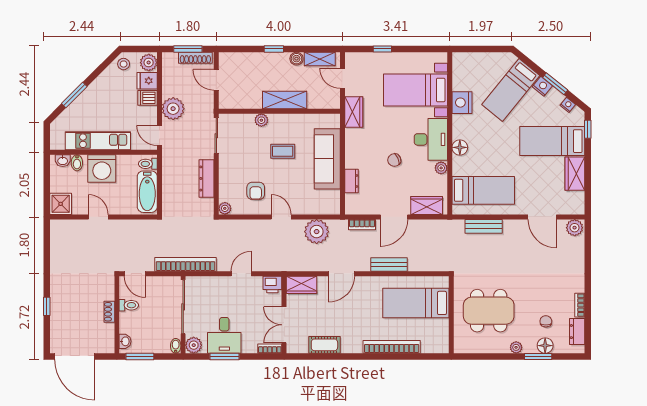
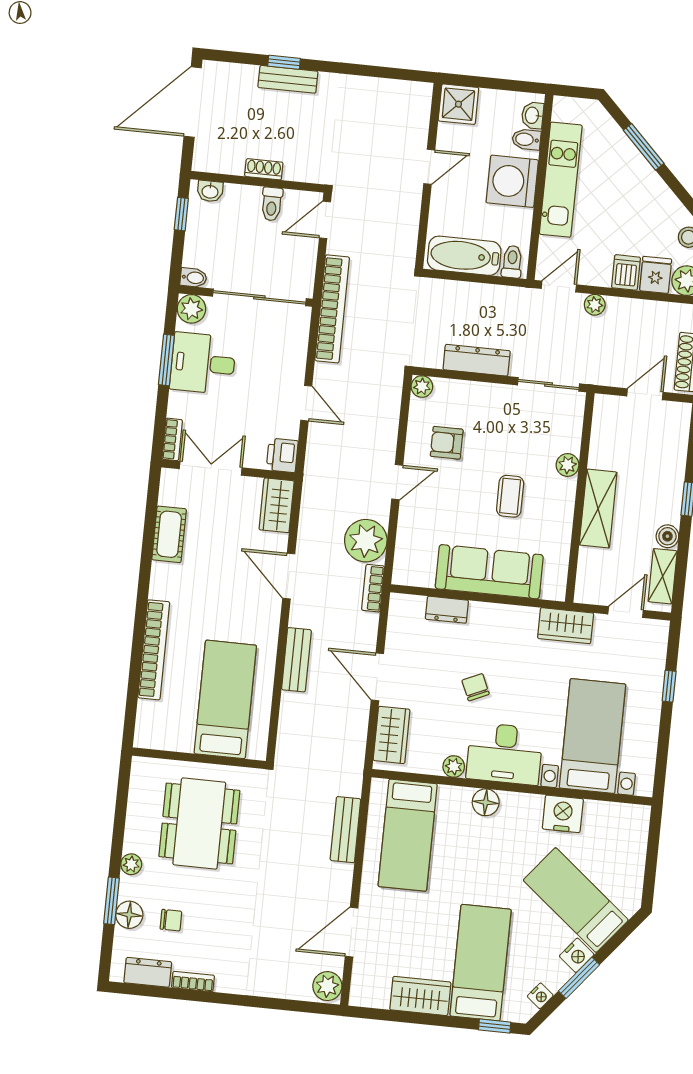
plant: (173, 109) -> (595, 305), width x0.53, depth x0.53
bookcase: (362, 225) -> (373, 588), moved
bench: (56, 303) -> (288, 79), added
window: (140, 357) -> (181, 214), width x0.67

